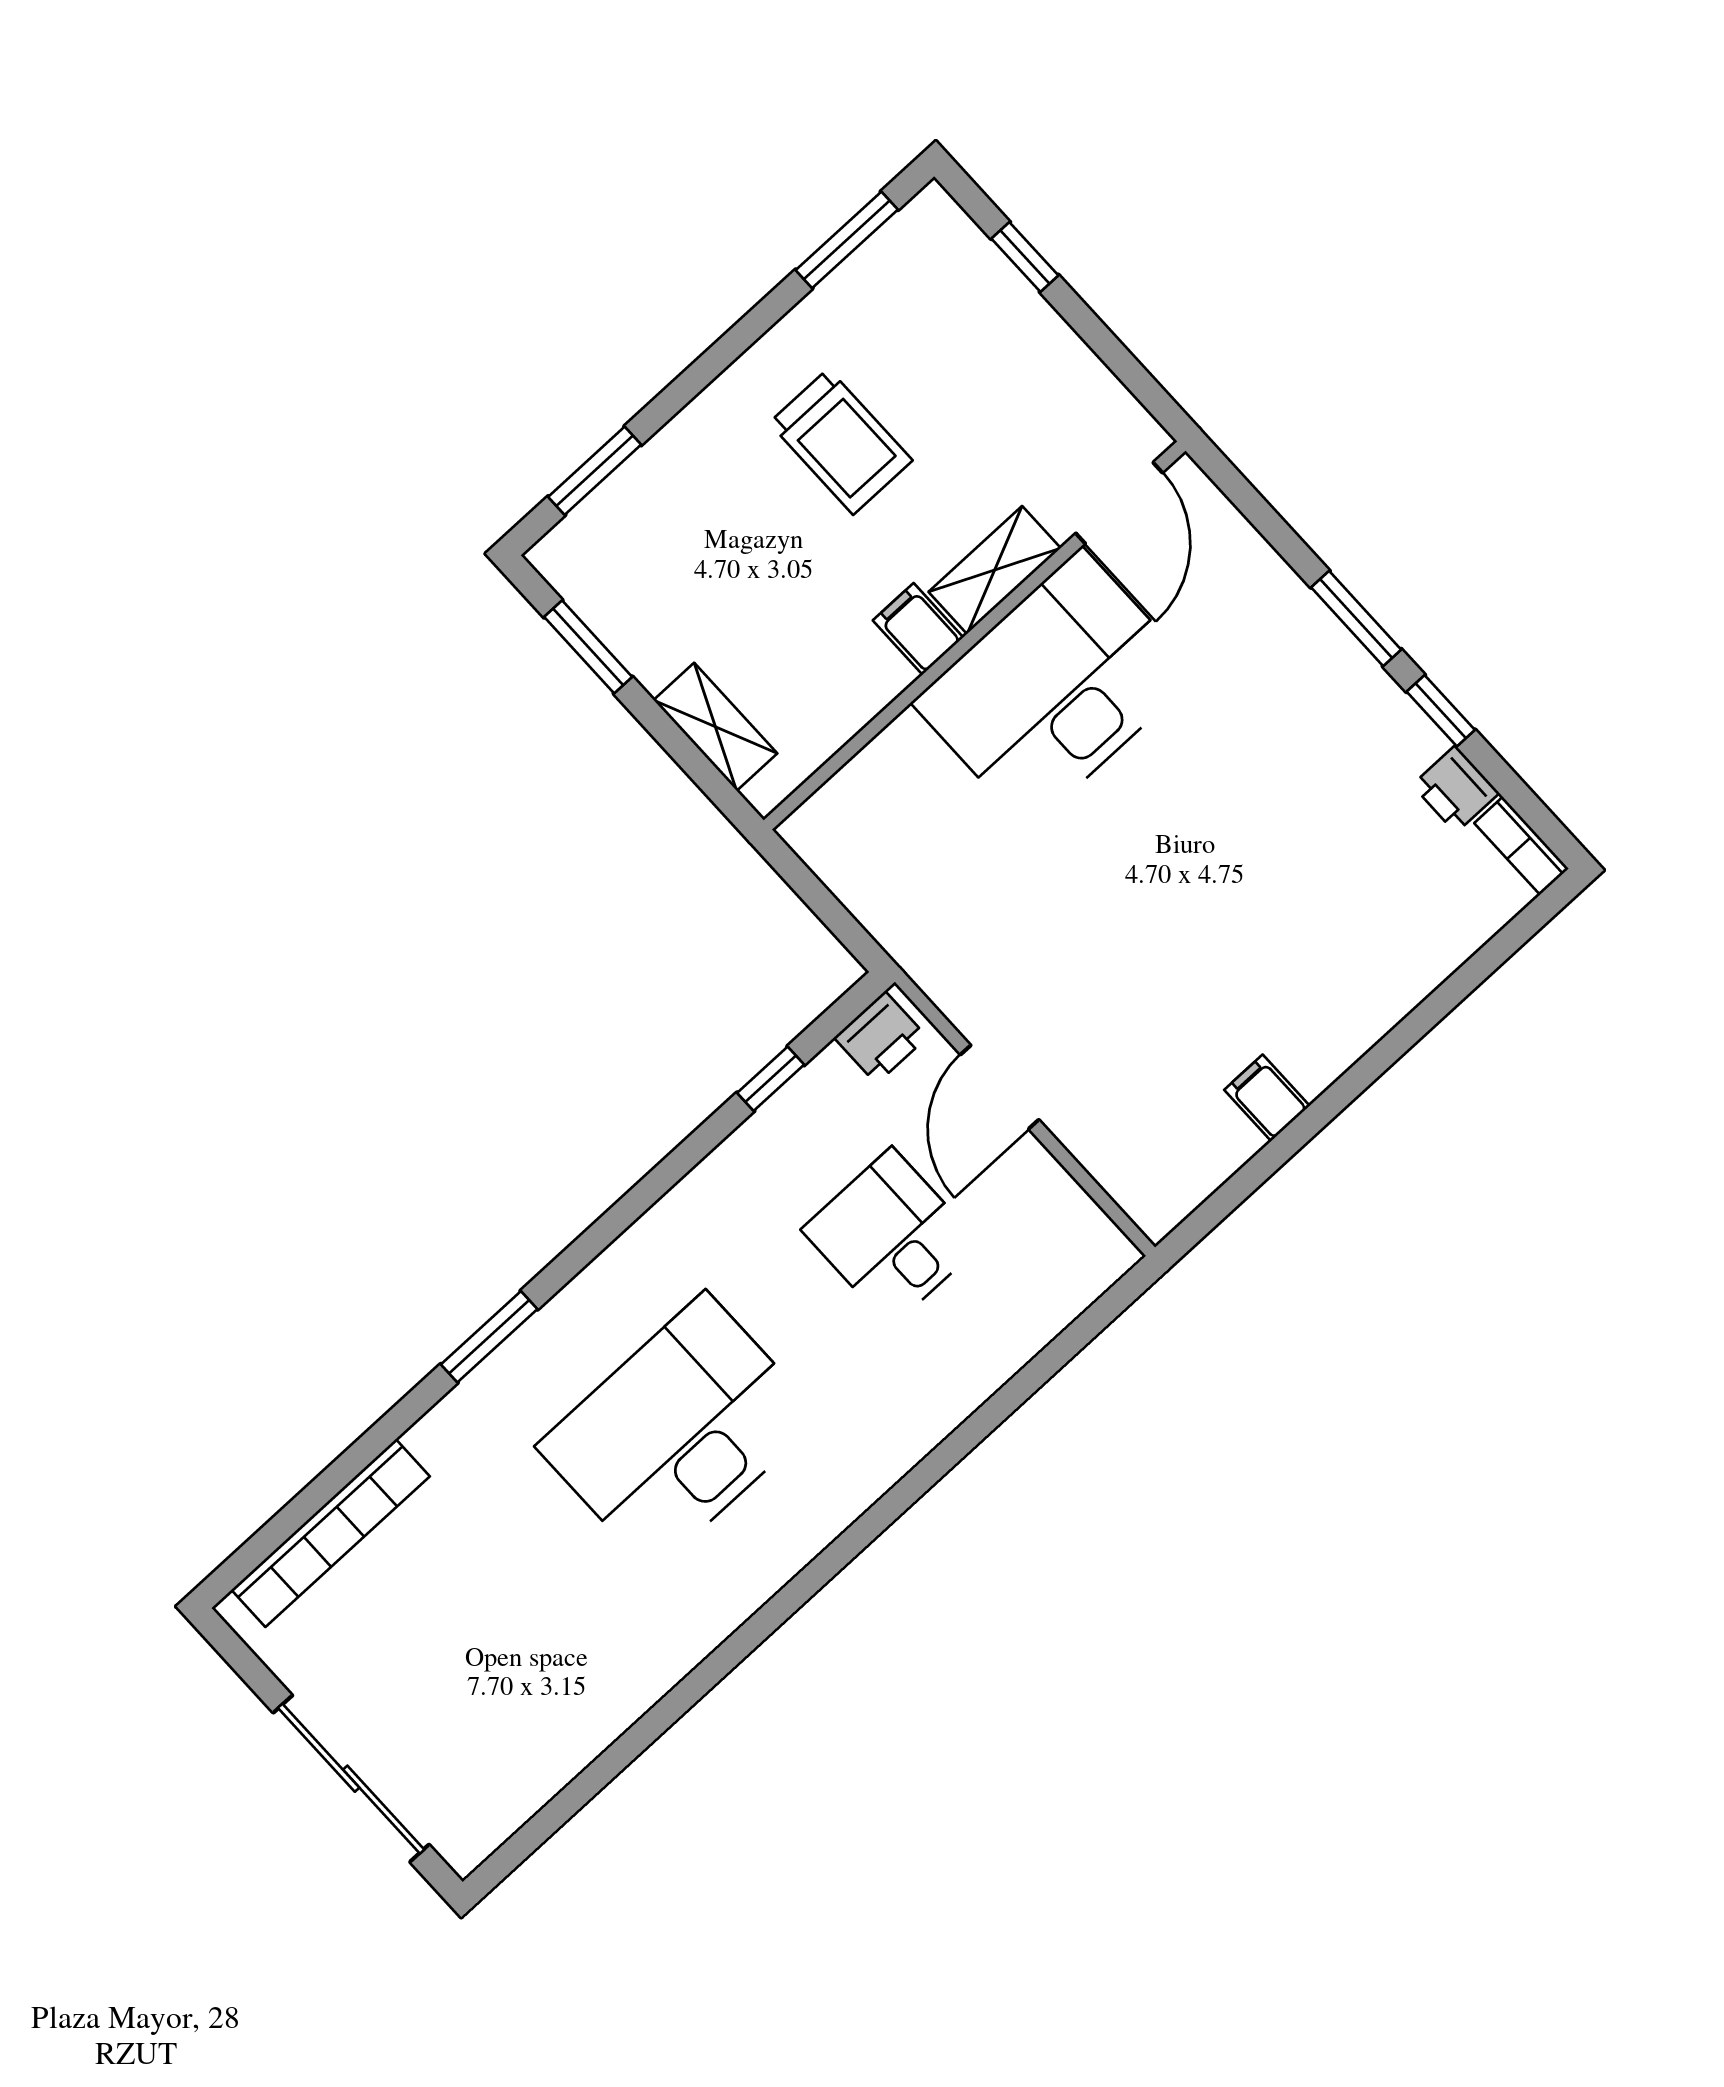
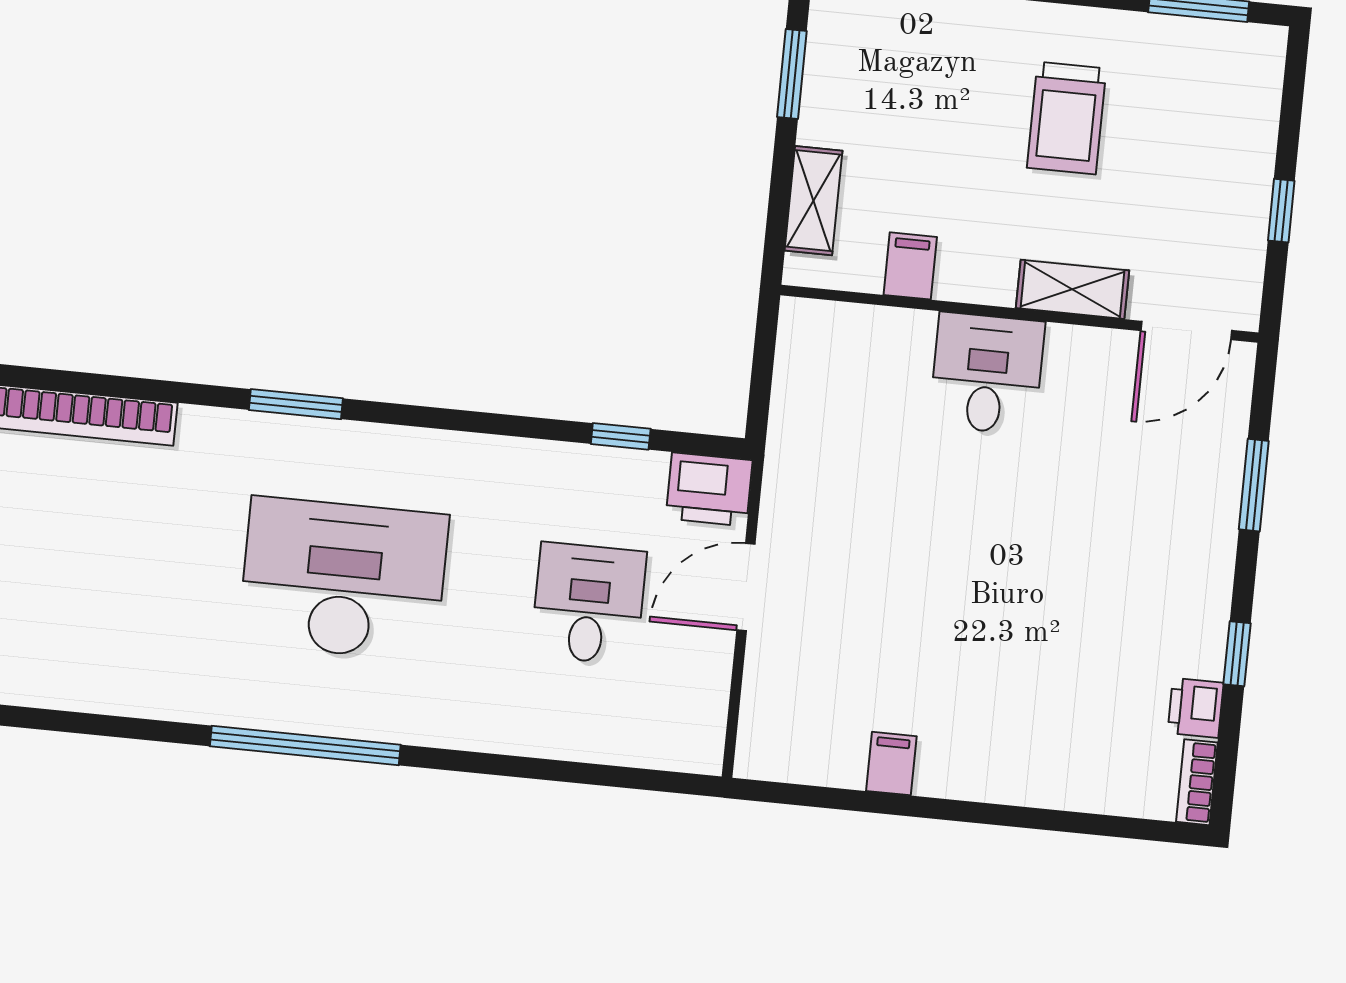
window: (1025, 257) -> (1281, 211), moved
window: (1356, 618) -> (1254, 485), moved
filing cabinet: (918, 629) -> (910, 266), moved
desk: (1055, 688) -> (987, 373), width x0.53, depth x0.77
printer: (881, 1037) -> (709, 489), width x1.36, depth x1.24
window: (794, 1595) -> (305, 746), added

